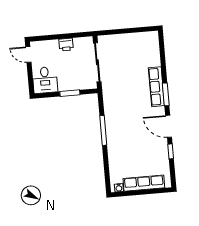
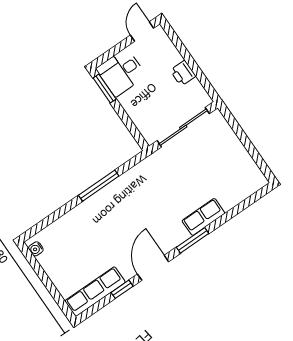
row of seats: (156, 87) -> (203, 217), width x0.68
window: (70, 93) -> (105, 88), moved
row of seats: (144, 183) -> (95, 292), moved, turned -90

